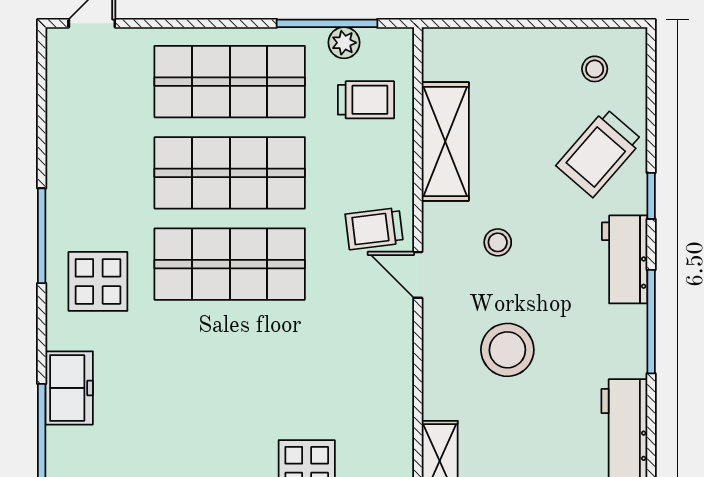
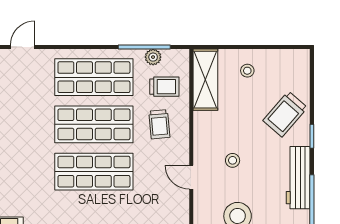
stool: (595, 69) -> (247, 71), moved
shelving: (445, 141) -> (205, 80), moved
trolley: (374, 229) -> (159, 124), moved, turned -88
workbench: (625, 259) -> (298, 178), width x1.37
display table: (98, 281) -> (26, 181), removed

